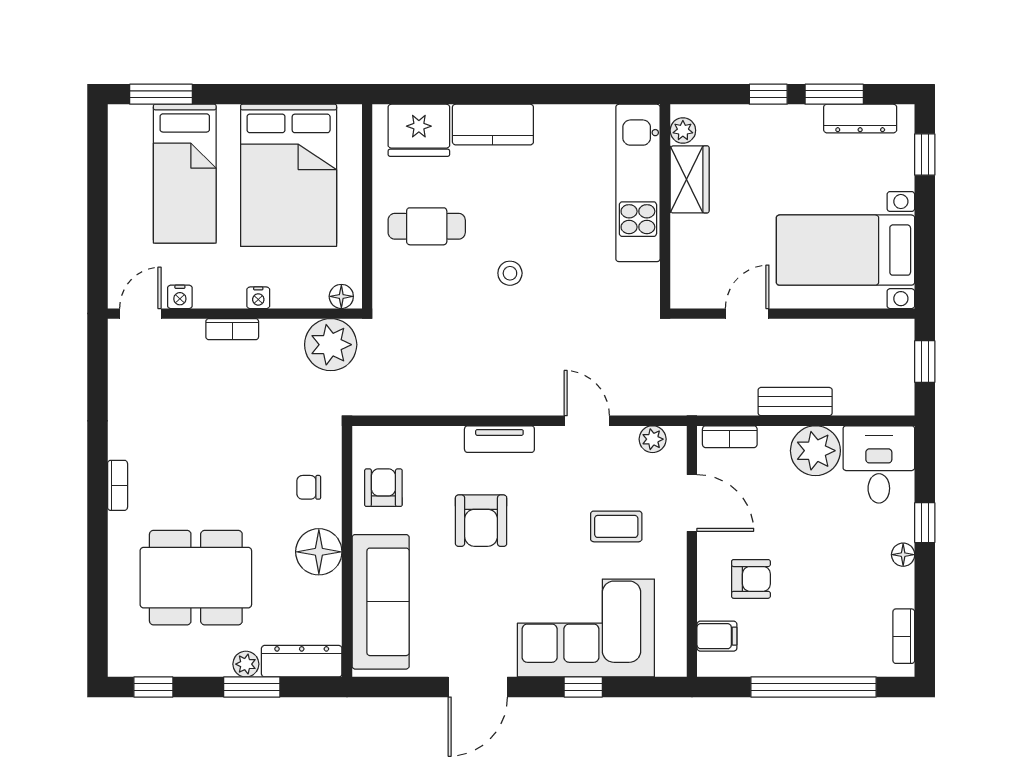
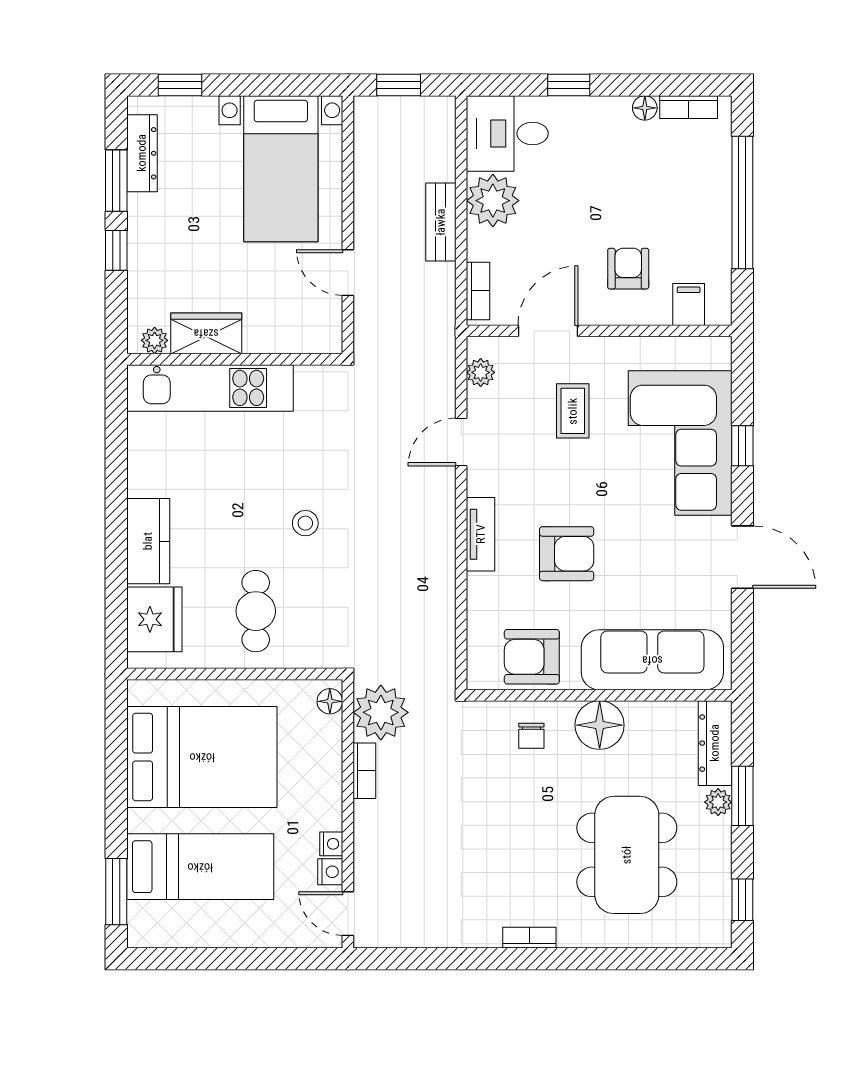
nightstand: (258, 298) -> (331, 844), moved
bookcase: (232, 329) -> (364, 771), moved
armchair: (383, 488) -> (532, 657), width x1.38, depth x1.38
floor lamp: (903, 555) -> (645, 108), moved

